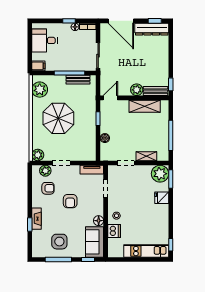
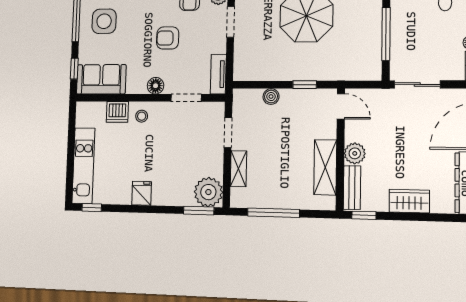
wardrobe: (162, 60) -> (409, 201), added
bench: (78, 80) -> (374, 49), removed
fridge: (162, 198) -> (142, 193), moved
floor lamp: (99, 221) -> (156, 86), moved

